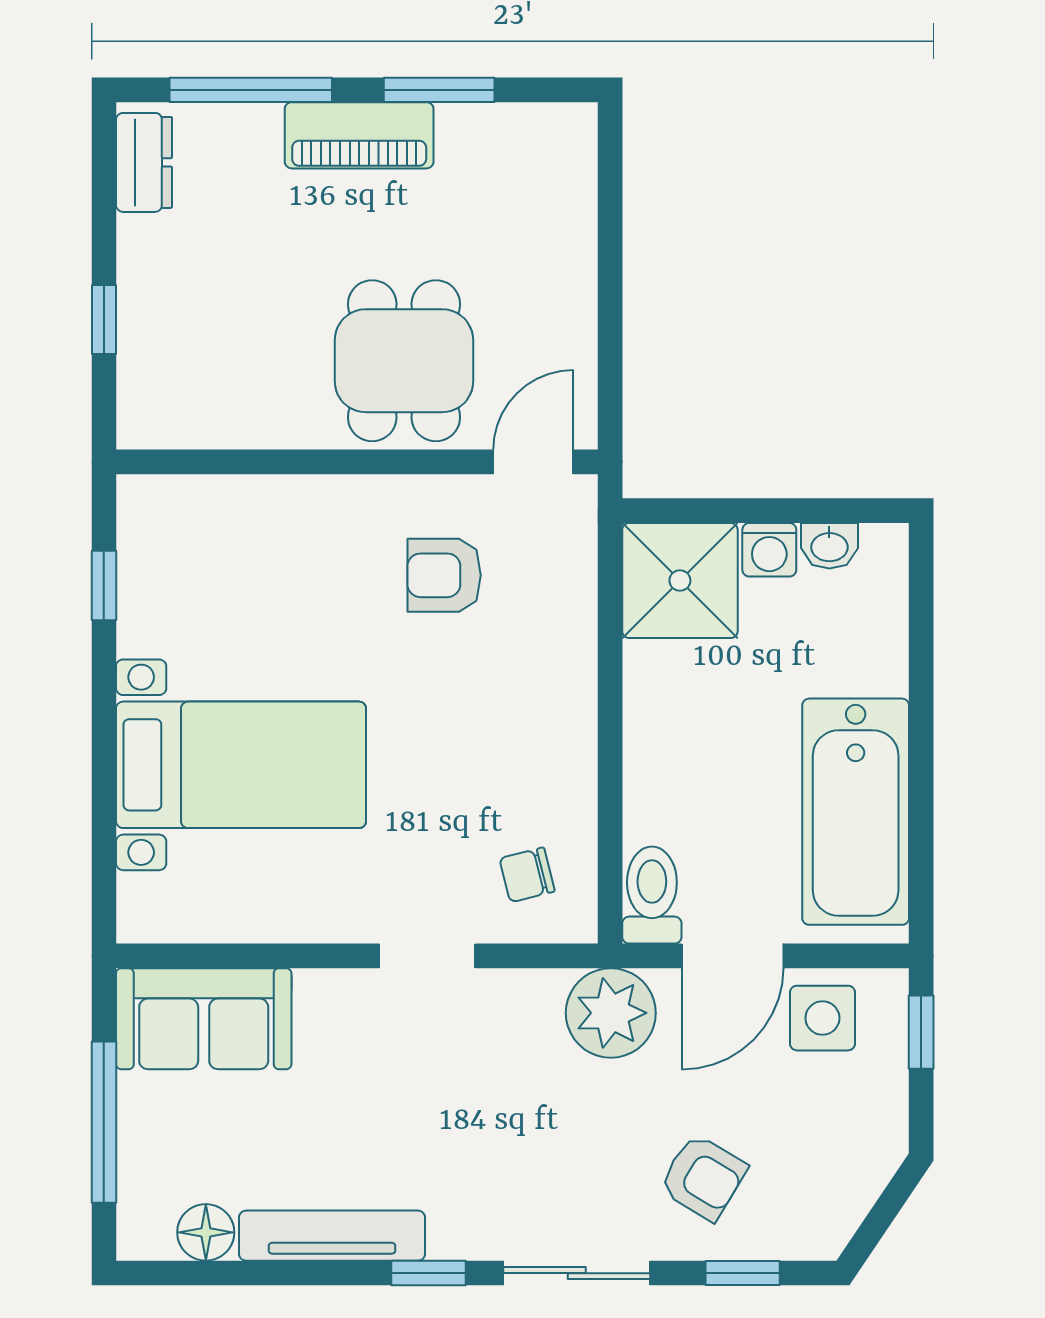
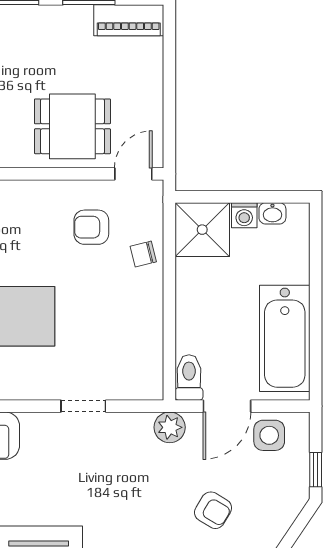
piano: (359, 135) -> (129, 20), moved
dining table: (404, 361) -> (72, 126), turned 90
chair: (527, 875) -> (143, 254), moved
plant: (611, 1013) -> (170, 427), width x0.73, depth x0.73
window: (921, 1032) -> (316, 470), moved

